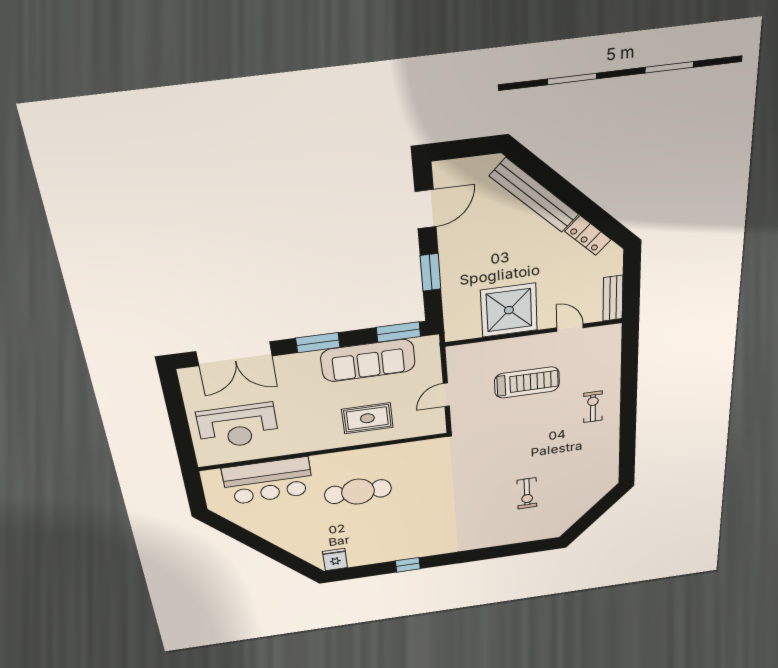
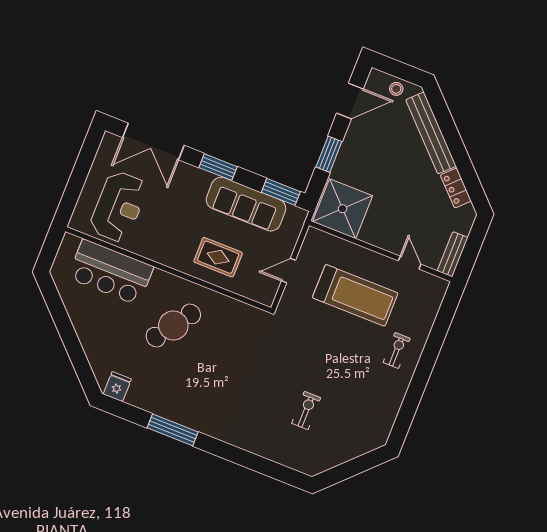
stool: (472, 170) -> (396, 89), added
shower: (509, 310) -> (343, 209), moved
treadmill: (527, 382) -> (355, 295), width x1.37, depth x1.38
reception desk: (238, 426) -> (119, 207), turned -90
cafe table: (358, 492) -> (173, 326), turned -55
exercise bike: (527, 493) -> (306, 411), turned 180
window: (408, 565) -> (173, 430), width x2.17

